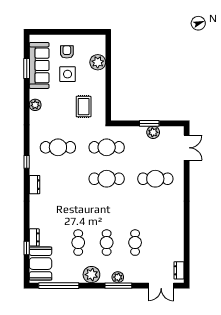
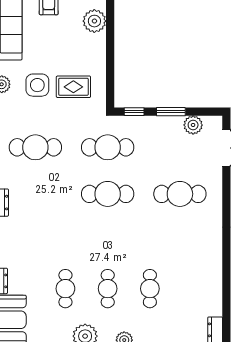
side table: (68, 74) -> (37, 85), moved
rug: (84, 107) -> (73, 87), turned 90
window: (124, 123) -> (134, 112), added
plant: (153, 132) -> (193, 125), moved

